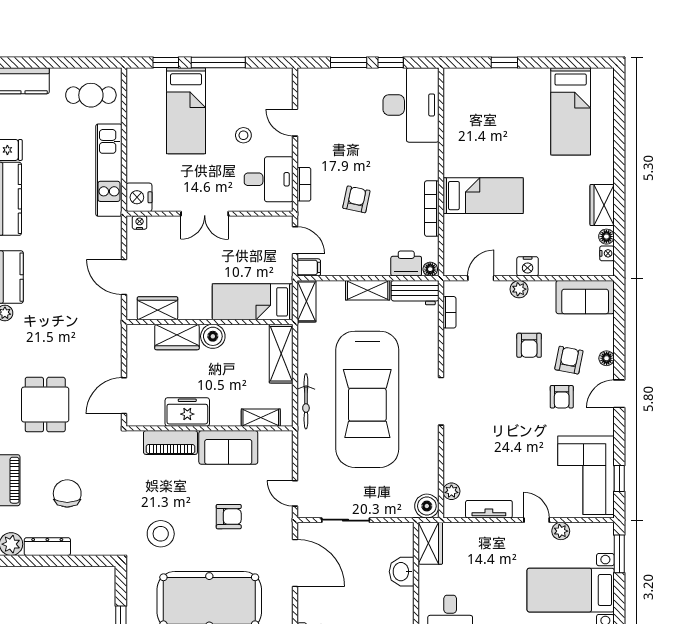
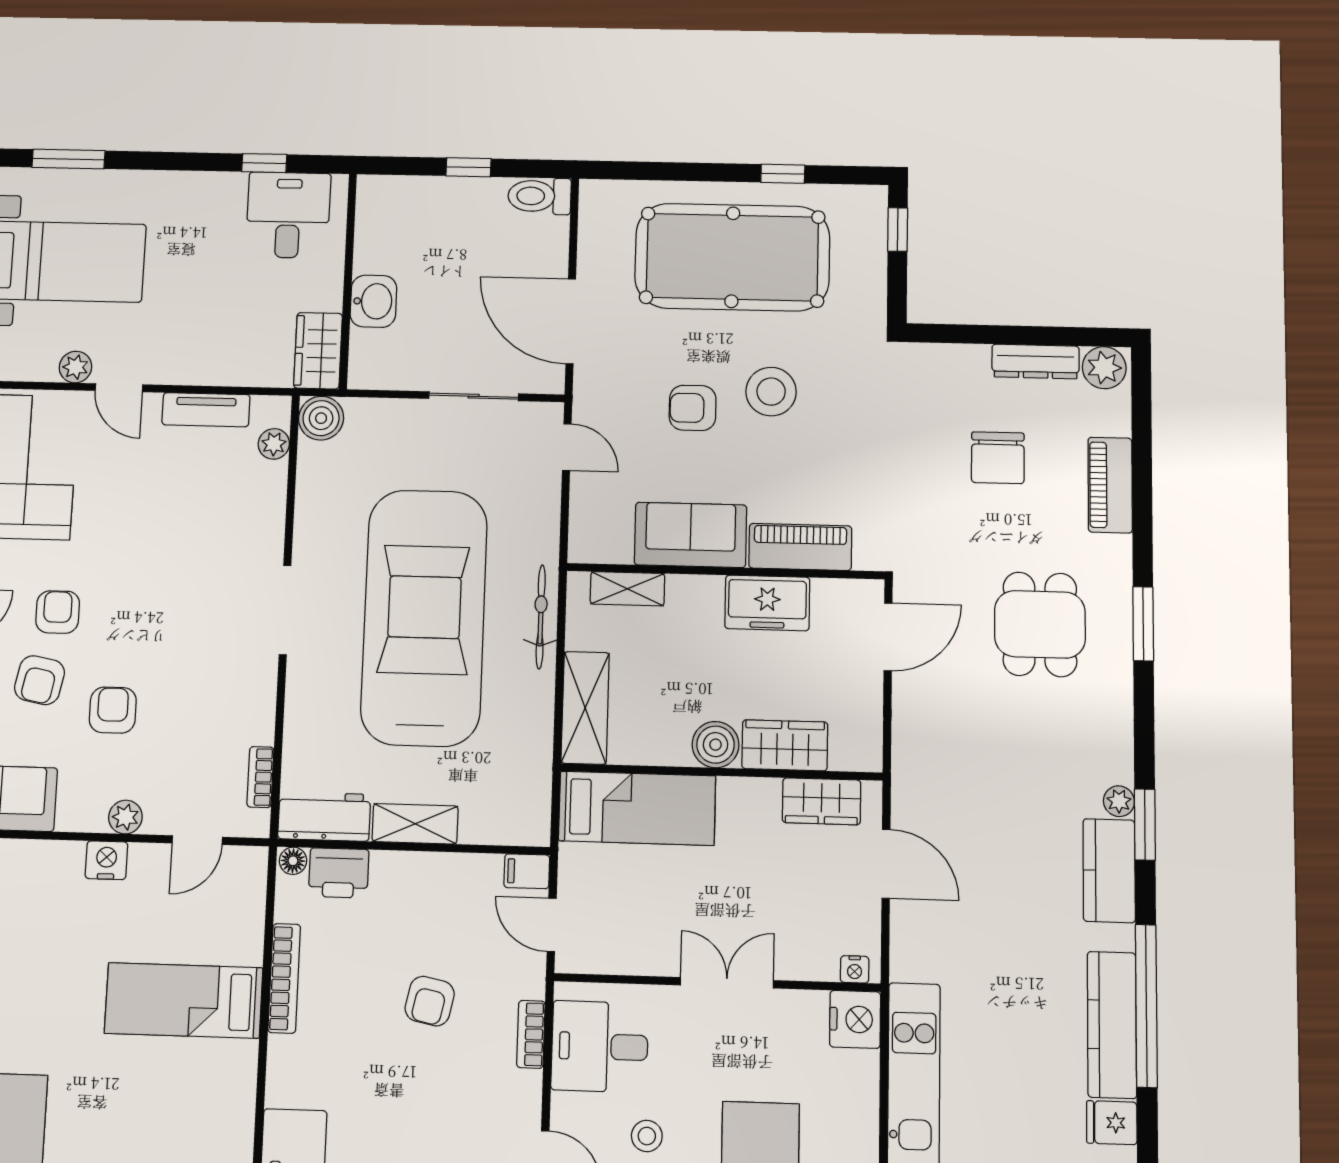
shelving: (307, 301) -> (533, 806), removed
stool: (161, 534) -> (771, 392), moved

